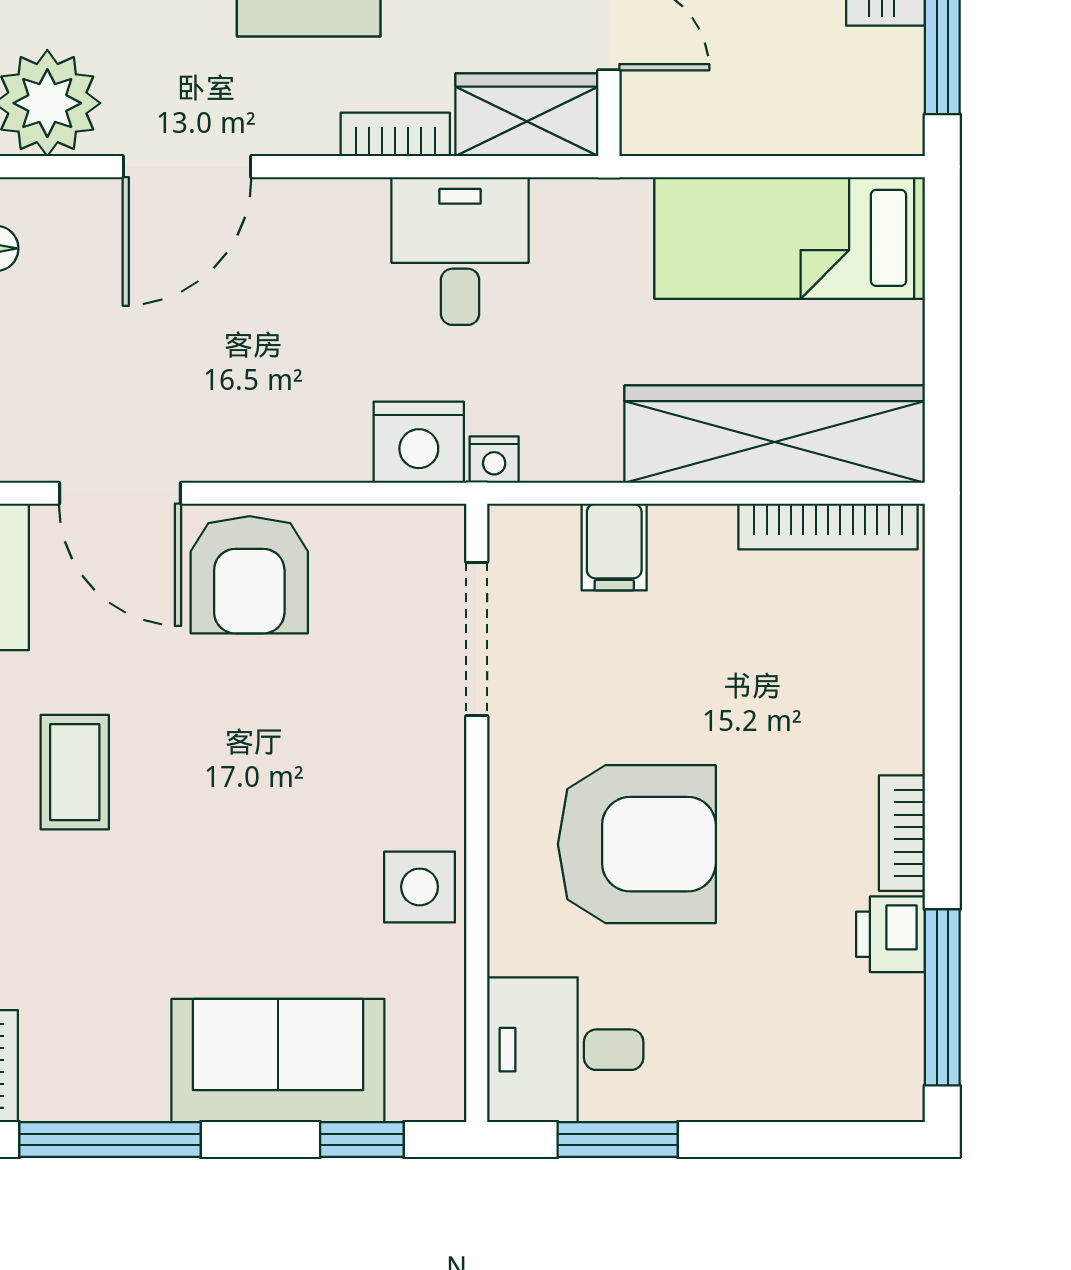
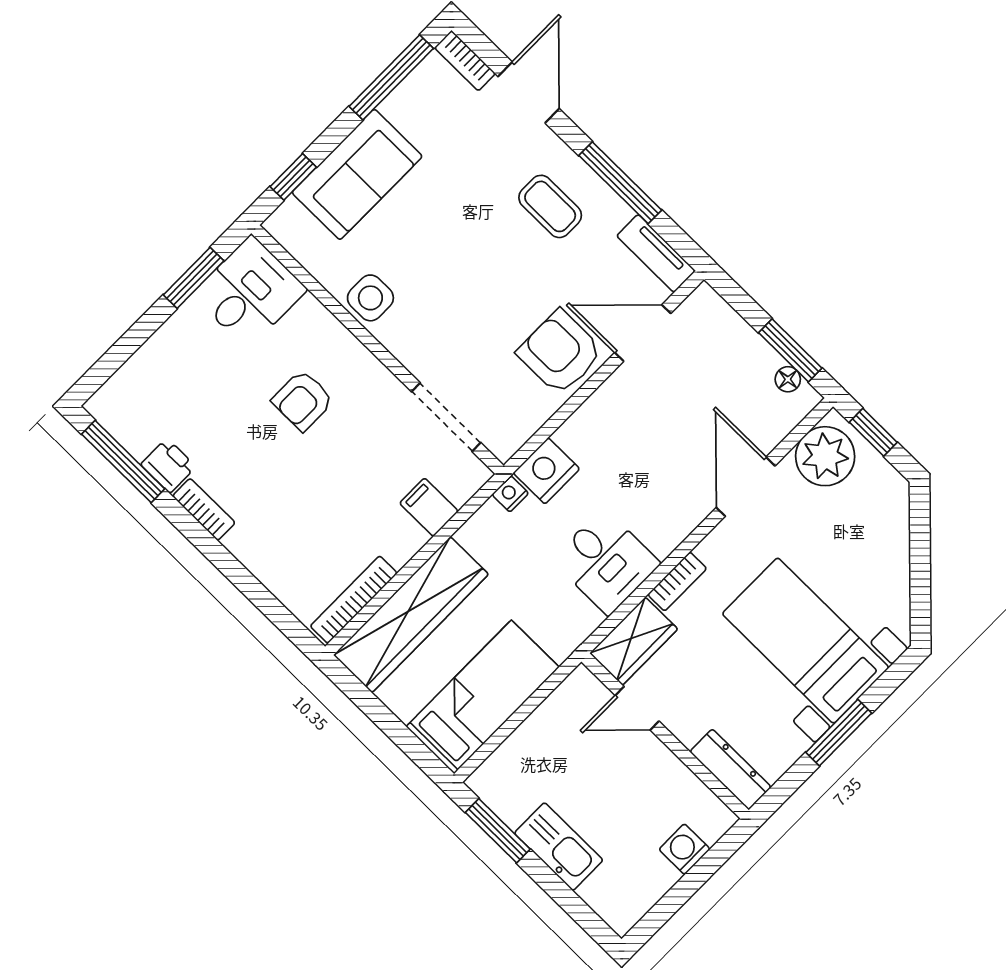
armchair: (637, 844) -> (303, 400), width x0.53, depth x0.53

